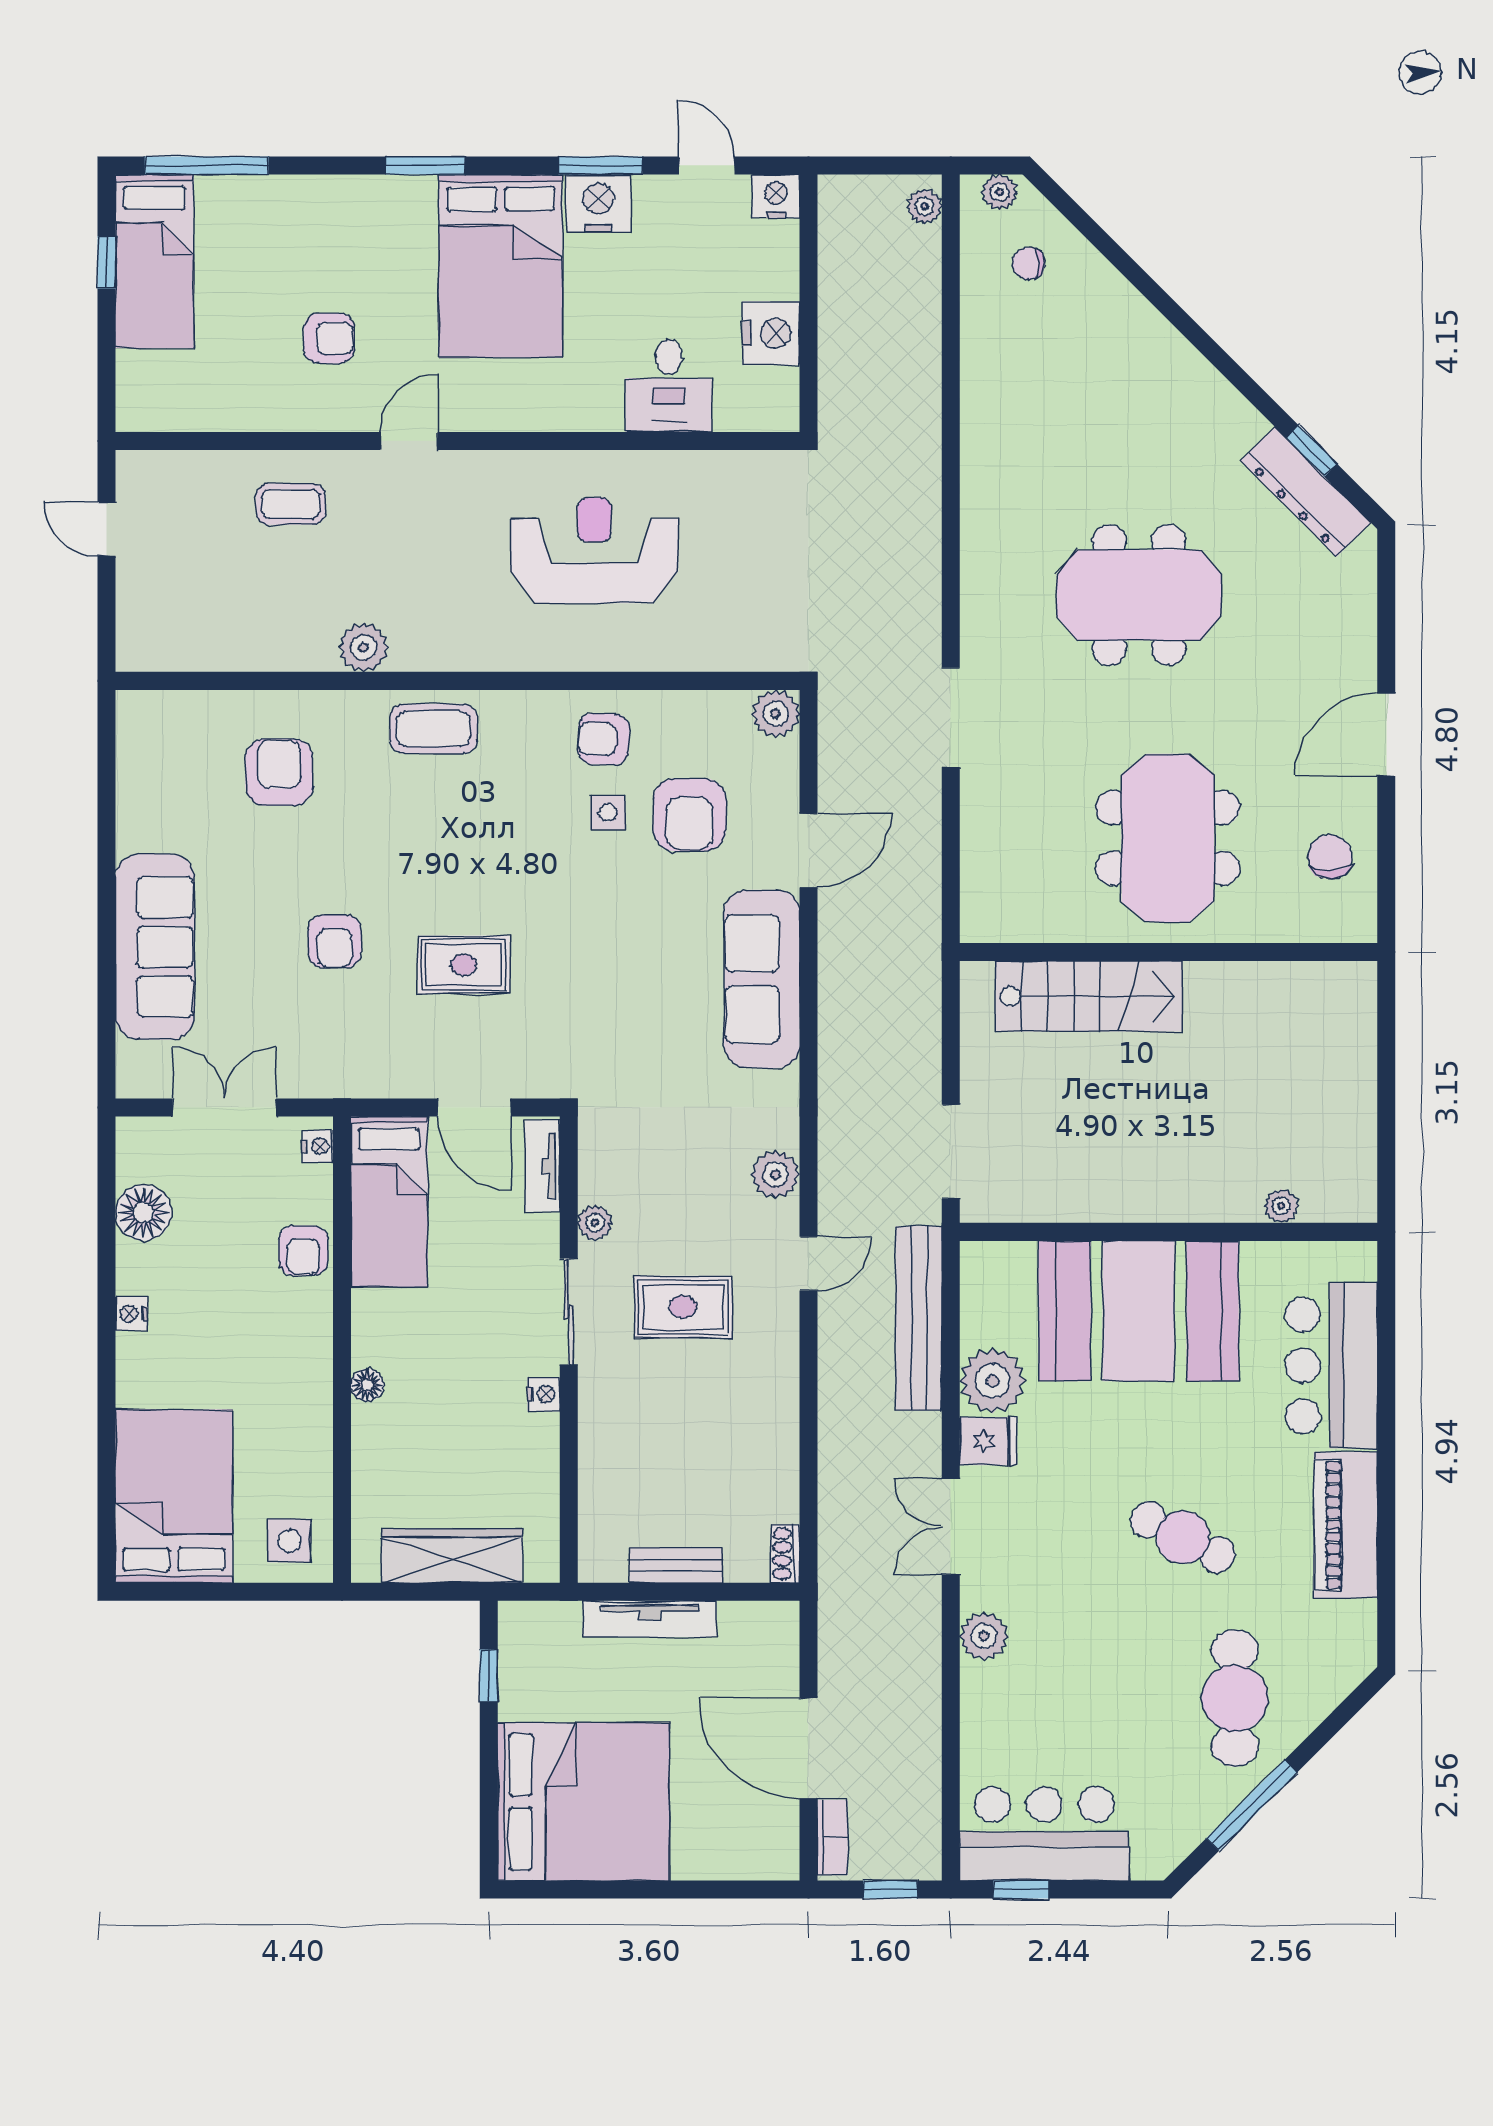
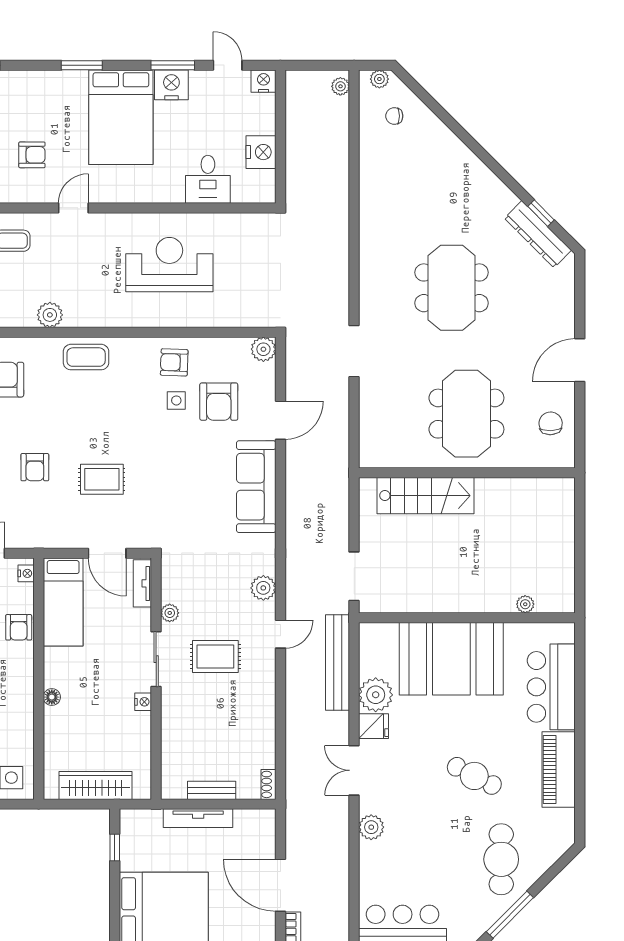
meeting table: (1139, 595) -> (452, 288), turned 90

